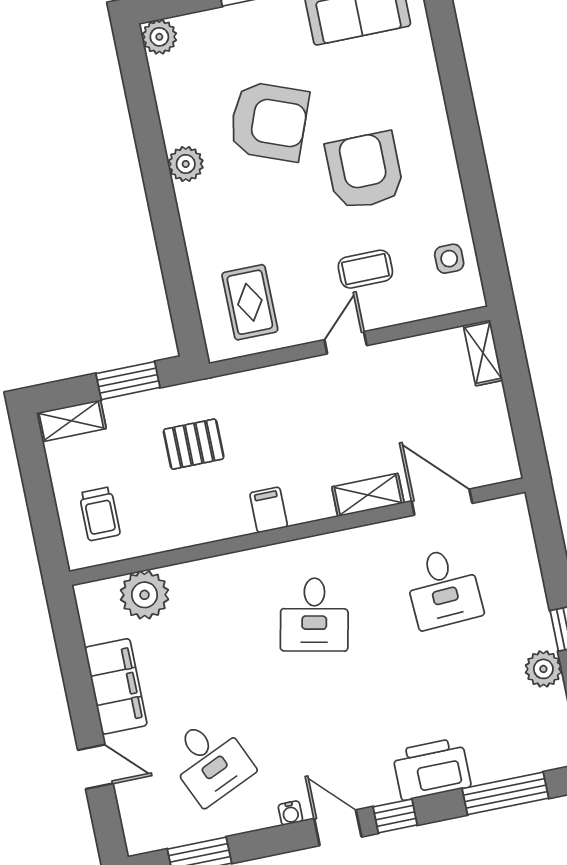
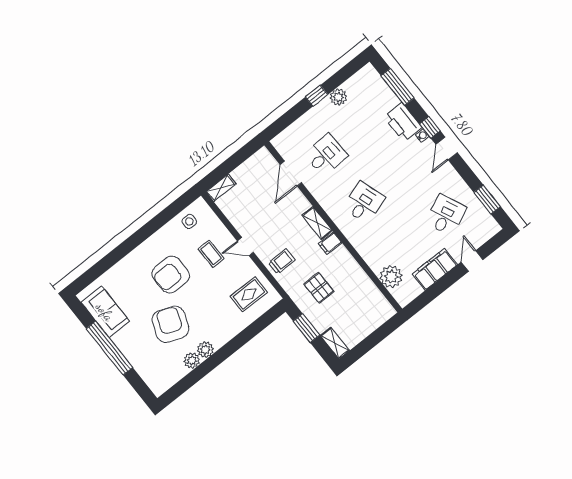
plant: (159, 37) -> (192, 360), moved
shelving: (368, 495) -> (317, 223), moved
trolley: (100, 514) -> (282, 261), moved
desk: (314, 615) -> (364, 203), turned -30
water cooler: (290, 813) -> (422, 136), moved

